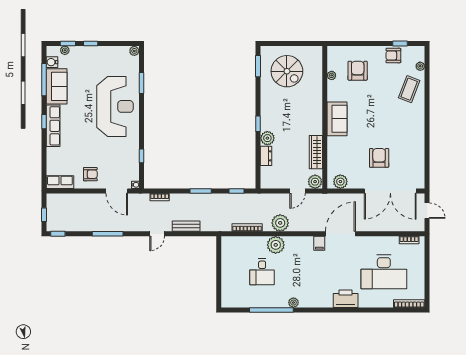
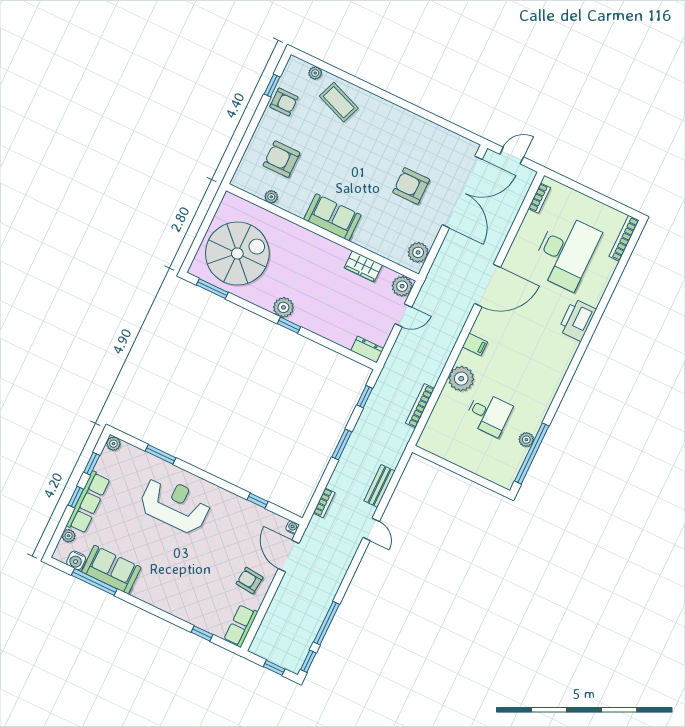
window: (68, 43) -> (92, 464), moved
armchair: (393, 56) -> (284, 102), turned -90
spiral stairs: (287, 71) -> (237, 253), width x1.37, depth x1.37
reception desk: (115, 106) -> (175, 505), width x0.74, depth x0.77
window: (44, 122) -> (202, 633), moved
row of seats: (53, 126) -> (88, 502), moved, turned 90
plant: (267, 138) -> (283, 307), moved
wardrobe: (316, 152) -> (363, 266), width x0.67
dresser: (266, 156) -> (367, 350), moved
armchair: (90, 174) -> (250, 580), turned -84
door: (117, 191) -> (289, 556), swing flipped
door: (298, 191) -> (403, 315), hinge flipped
plant: (280, 223) -> (435, 359), removed
window: (108, 234) -> (326, 623), moved
door: (340, 234) -> (488, 285), swing flipped
filing cabinet: (319, 243) -> (475, 344), moved
plant: (293, 303) -> (526, 440), moved
window: (271, 310) -> (532, 453), moved

